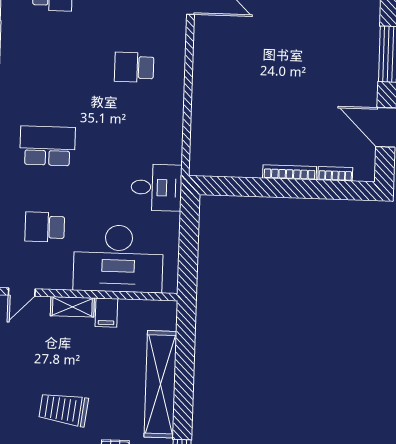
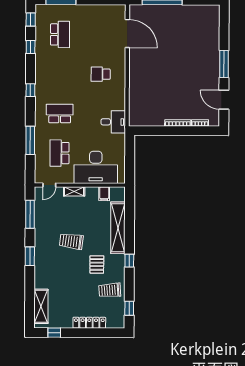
desk: (156, 188) -> (113, 122), moved
school desk: (45, 227) -> (60, 153), width x1.85
filing cabinet: (106, 313) -> (104, 194), moved

